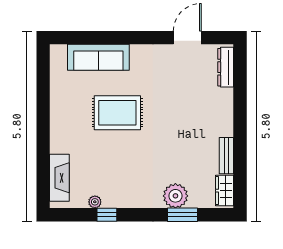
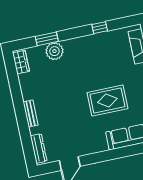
bench: (226, 156) -> (31, 113), moved
plant: (95, 202) -> (110, 35), removed

